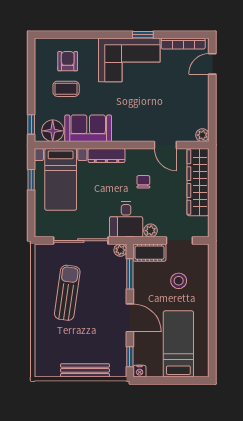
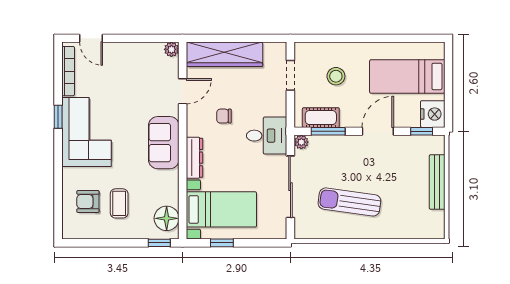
sofa: (88, 128) -> (164, 143), moved
plant: (151, 231) -> (279, 108), removed
cot: (149, 253) -> (321, 118), moved, turned 90
nightstand: (140, 371) -> (433, 114), width x1.89, depth x1.79

